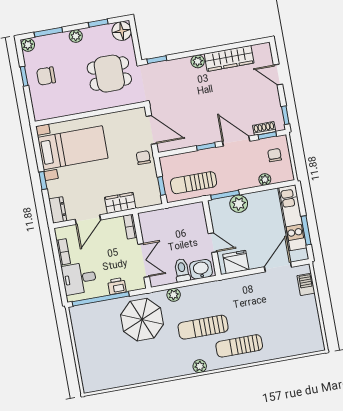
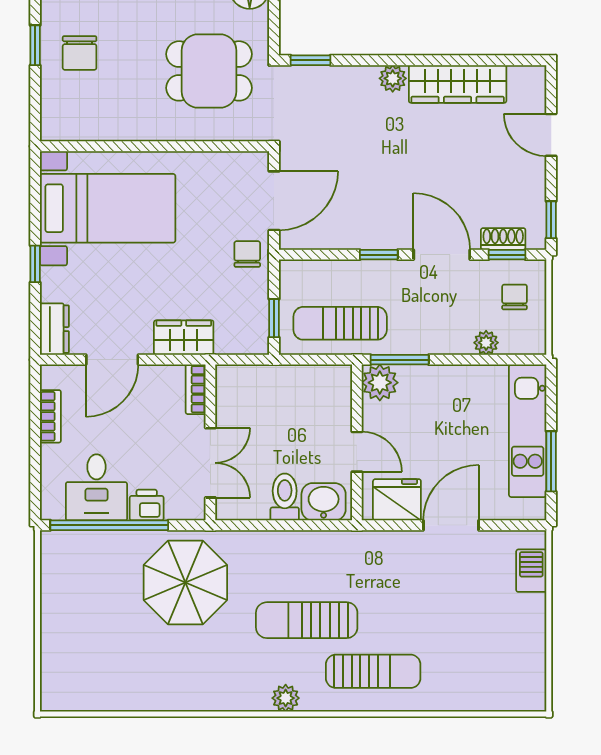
chair: (46, 76) -> (80, 53), turned -90
door: (151, 130) -> (274, 201), hinge flipped
plant: (239, 204) -> (380, 383), moved
door: (278, 267) -> (451, 525), moved
desk: (79, 278) -> (96, 487), moved, turned -90
plant: (174, 295) -> (259, 544), removed
sun lounger: (239, 346) -> (373, 671), turned 180

